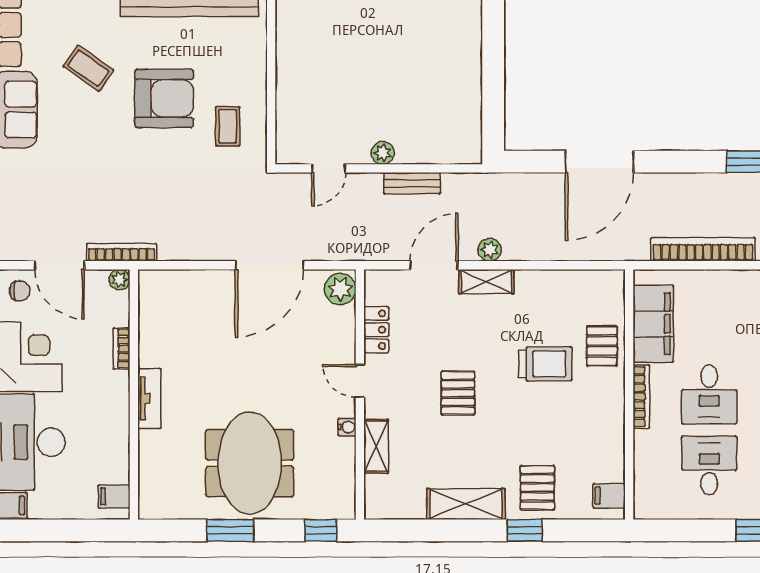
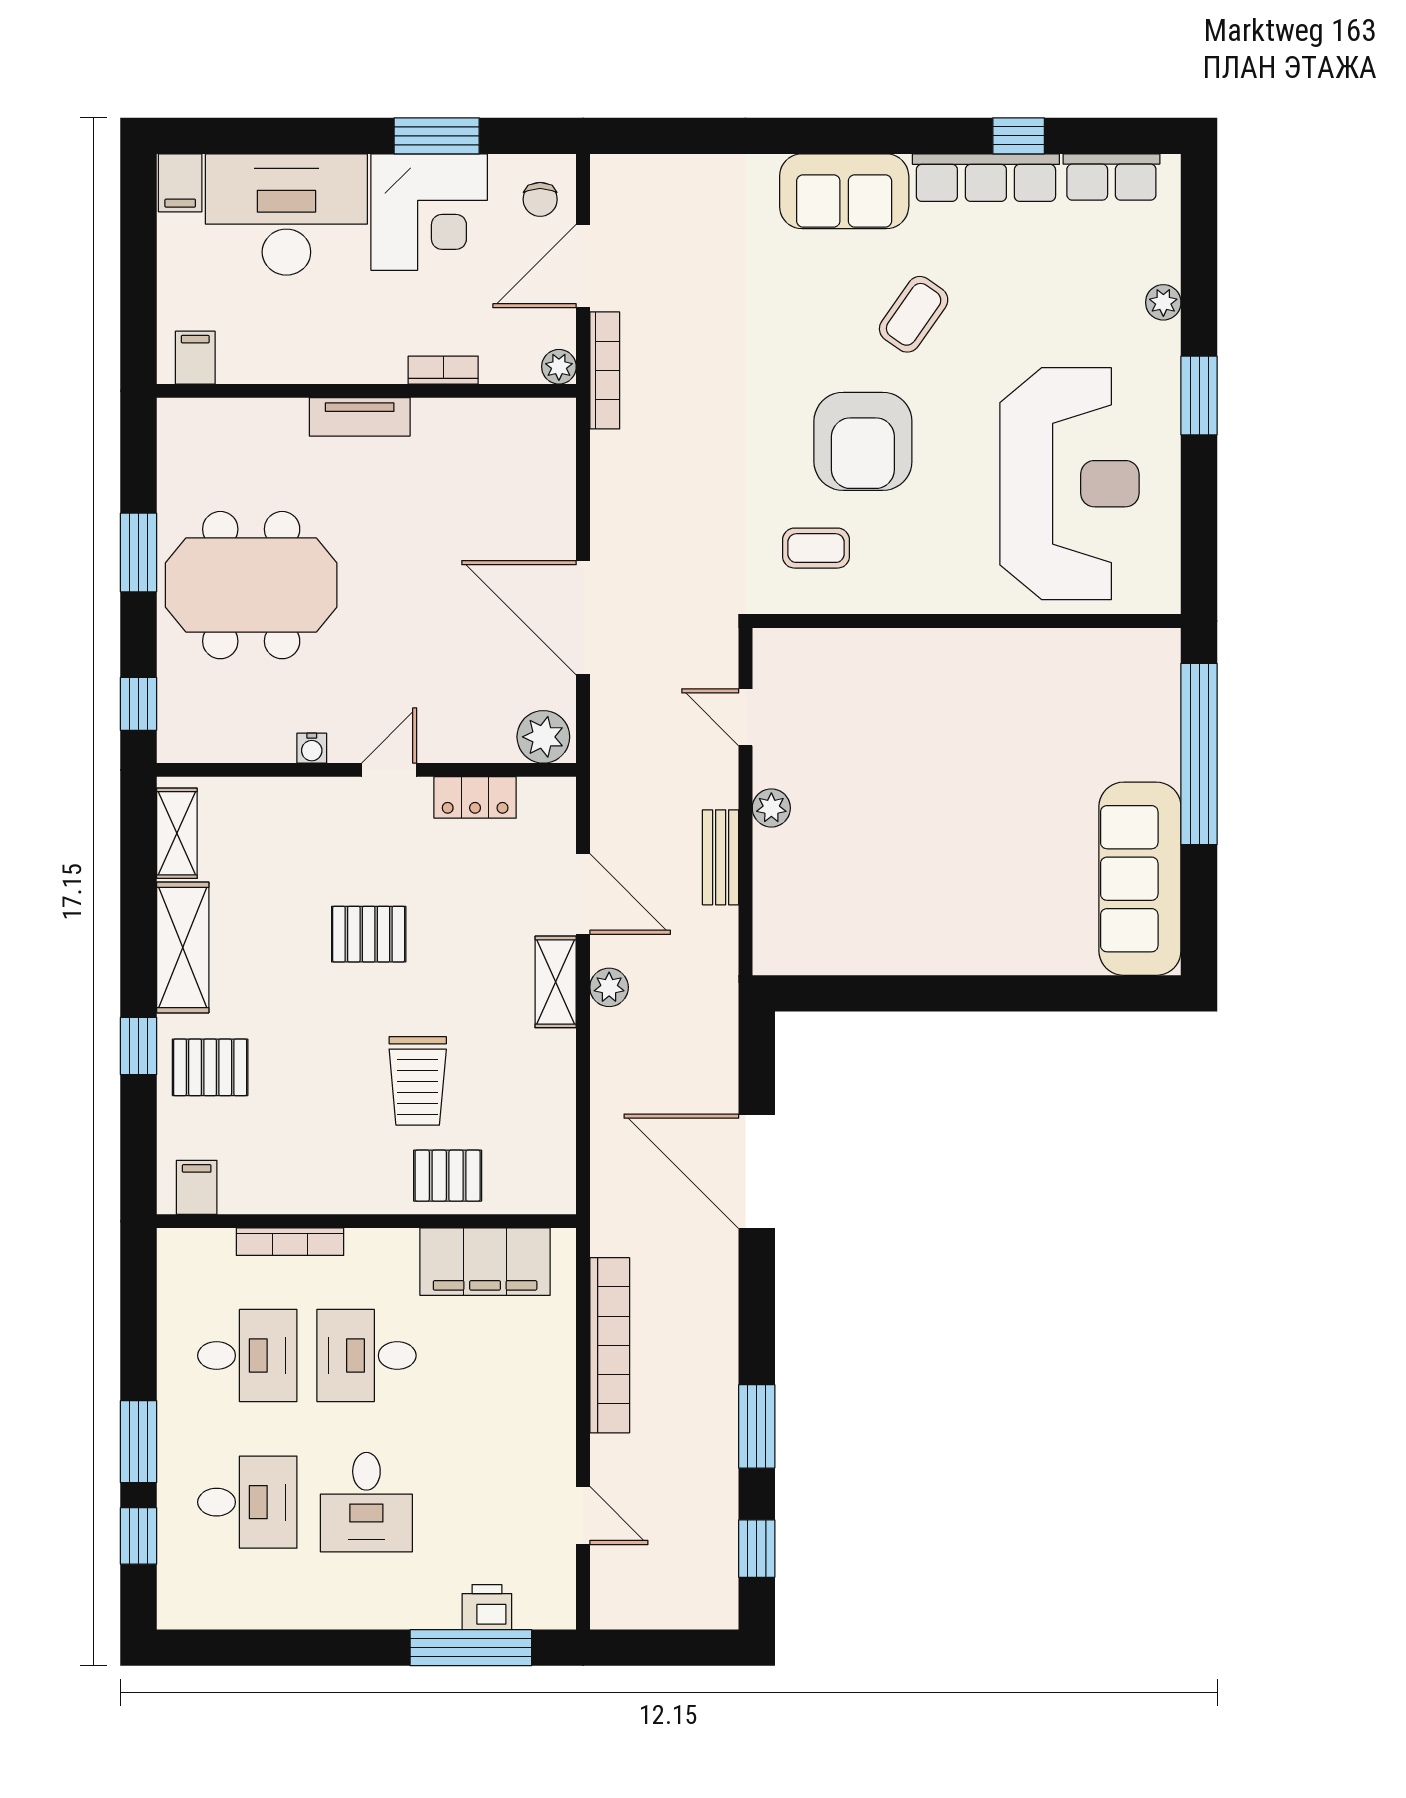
bookcase: (641, 397) -> (290, 1242), moved
shelving: (376, 446) -> (177, 833), moved, turned 90

